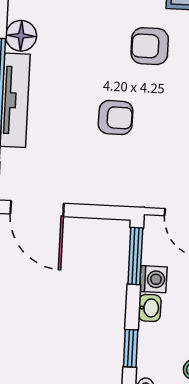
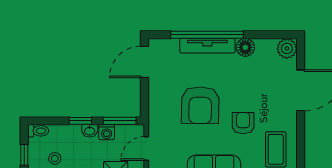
armchair: (116, 118) -> (200, 105), width x1.88, depth x1.88
window: (131, 348) -> (80, 121), moved

